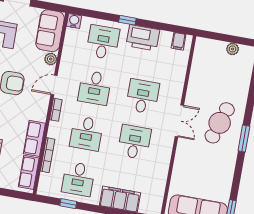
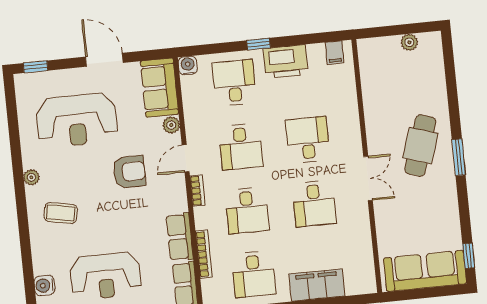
double door: (179, 121) -> (368, 178), moved
desk: (134, 142) -> (314, 204), turned 180

